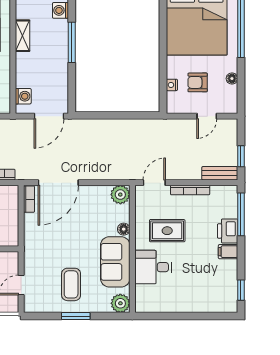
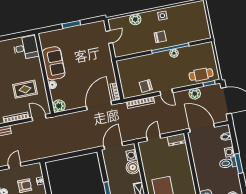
boiler: (26, 77) -> (133, 167), added
door: (154, 183) -> (39, 118), swing flipped
desk: (153, 267) -> (26, 48), moved
coffee table: (71, 284) -> (78, 44), removed
plant: (120, 303) -> (45, 38), removed

